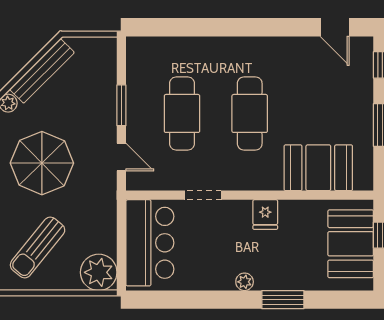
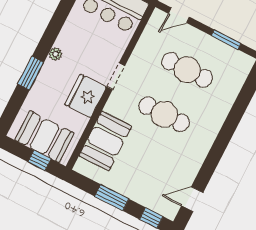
window: (121, 105) -> (226, 40), moved
doorway: (203, 195) -> (116, 76), moved
fridge: (265, 215) -> (86, 96), width x1.88, depth x1.34

